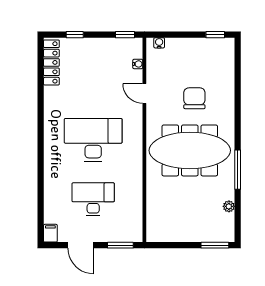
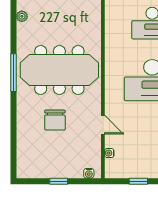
window: (125, 35) -> (138, 181), moved
window: (215, 35) -> (59, 181), moved
window: (238, 170) -> (13, 73), moved

